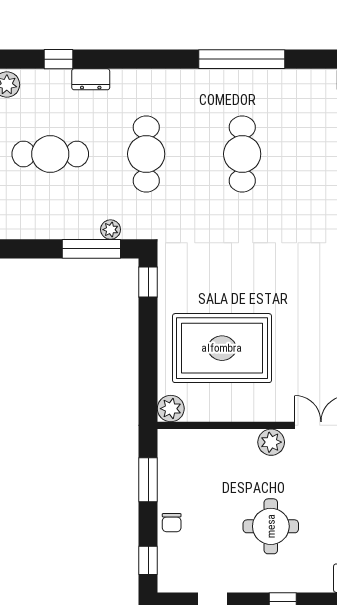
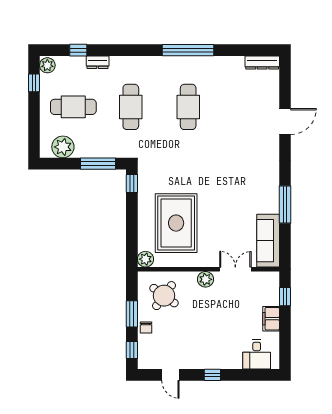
plant: (111, 230) -> (63, 147), moved, width x1.88, depth x1.88
rug: (222, 348) -> (176, 223), turned 90
window: (148, 480) -> (132, 314), moved
round table: (271, 526) -> (164, 296), moved, turned 36

